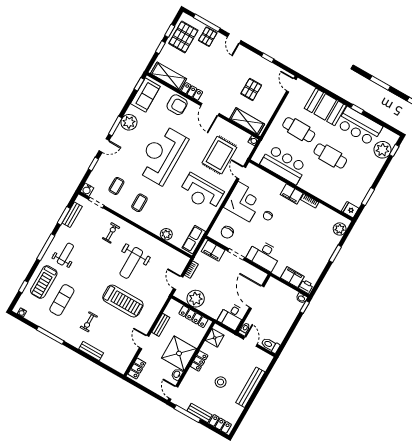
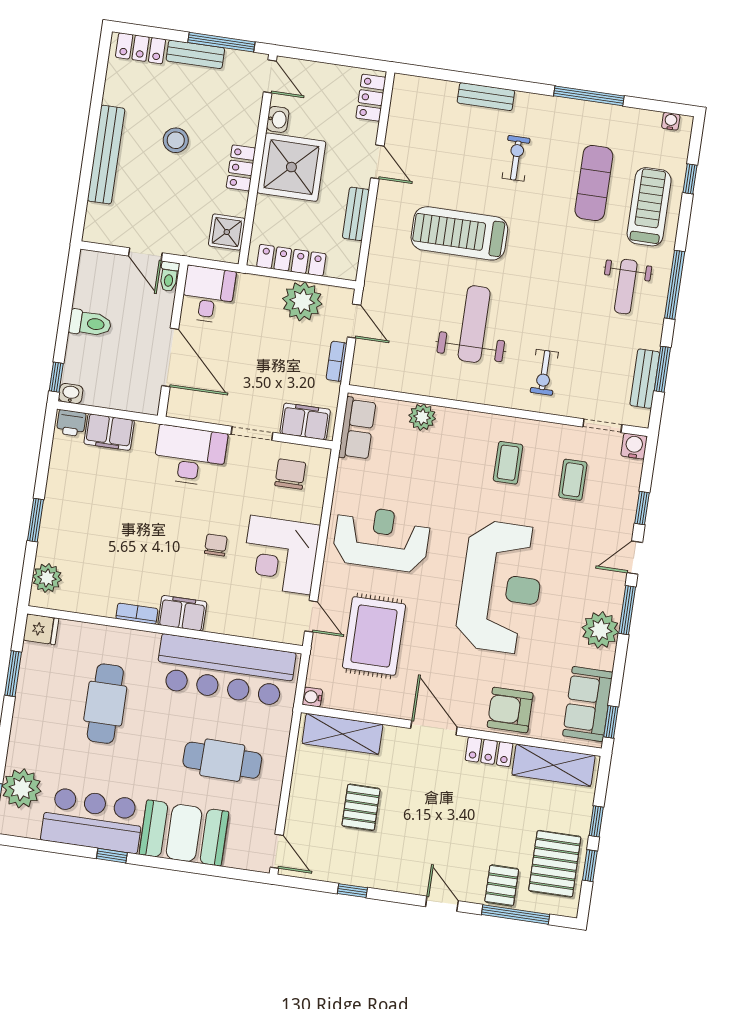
cafe table: (330, 156) -> (105, 704), moved, turned 90
bar counter: (284, 165) -> (225, 670), width x1.36
toilet: (270, 345) -> (90, 323), moved

